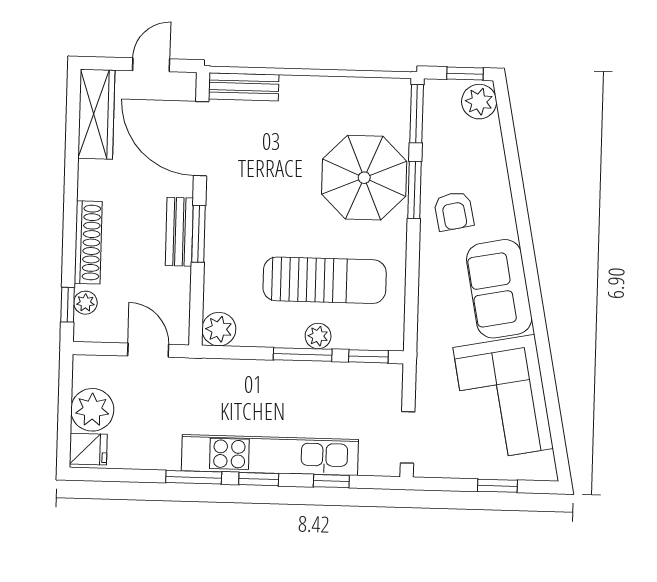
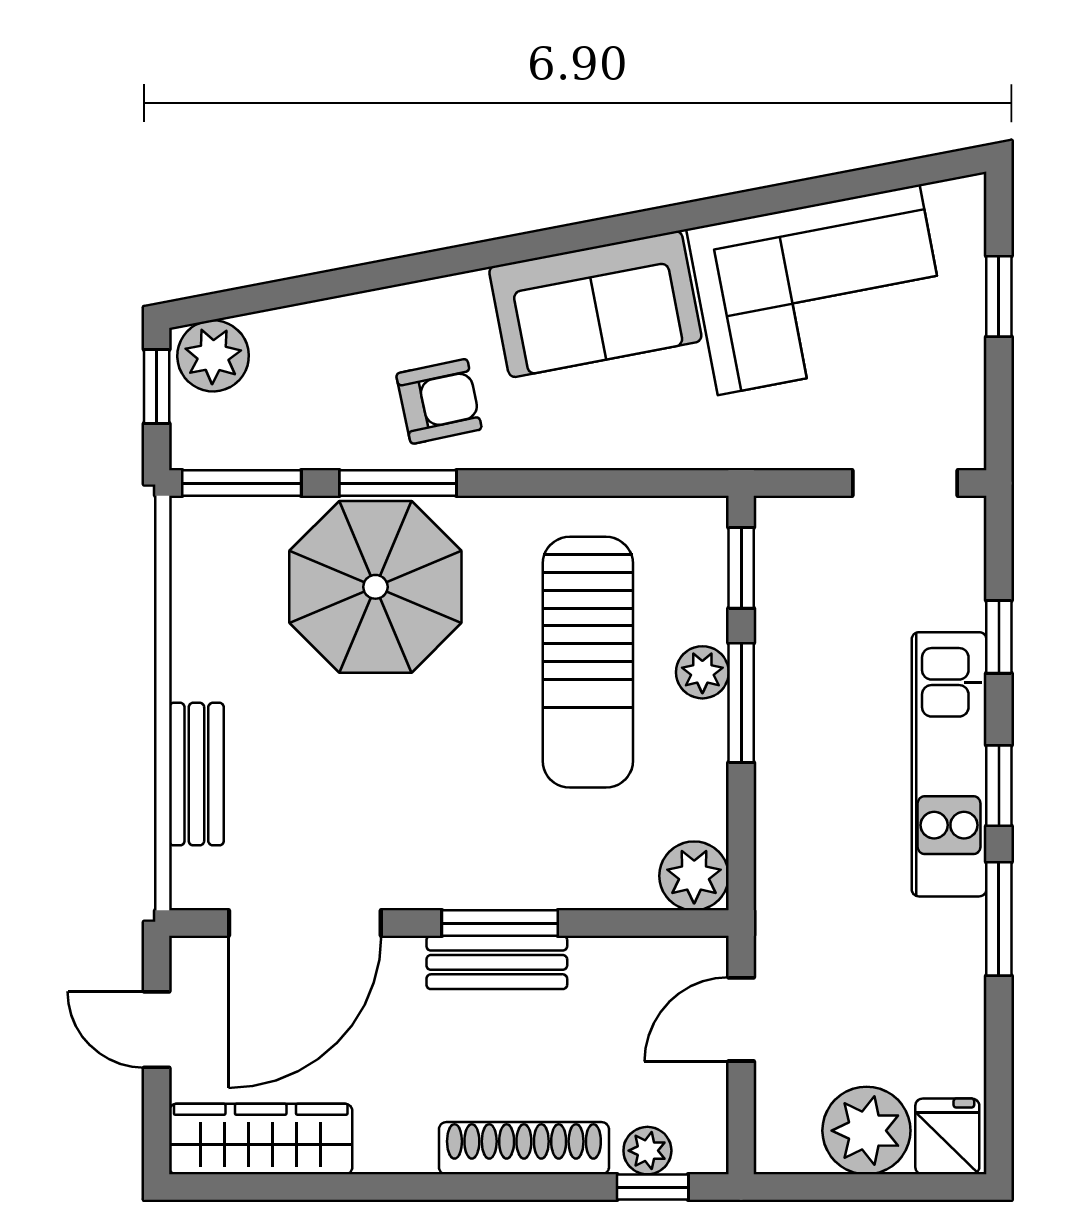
bench: (244, 87) -> (196, 774), moved
sun lounger: (325, 280) -> (588, 662), turned 180
kitchen unit: (270, 455) -> (949, 764), width x0.73

